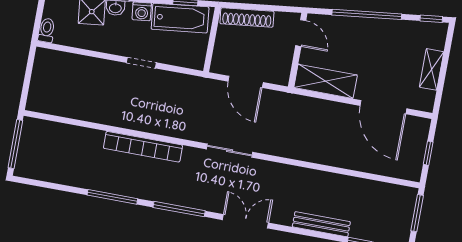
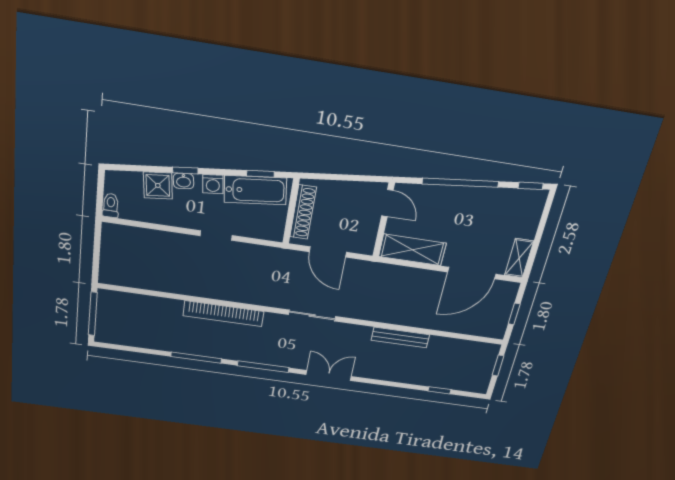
shoe rack: (247, 18) -> (303, 212), moved, turned -83
shelving: (432, 69) -> (519, 258), moved
door: (383, 107) -> (472, 273), hinge flipped
window: (417, 213) -> (498, 366), width x0.67
bench: (321, 224) -> (400, 337), moved

